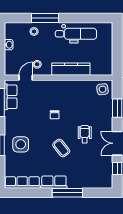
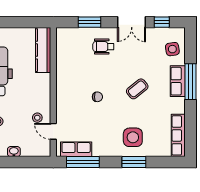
kitchen counter: (71, 69) -> (43, 50), moved
side table: (102, 89) -> (172, 49), moved
wheelchair: (85, 134) -> (103, 47), moved
row of seats: (54, 182) -> (178, 81), moved

